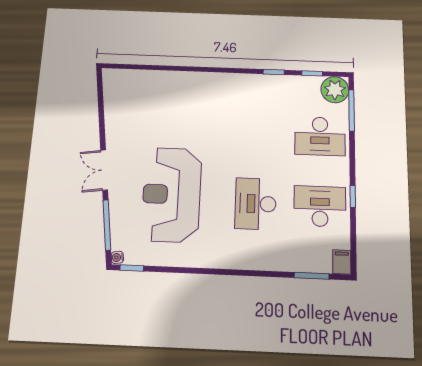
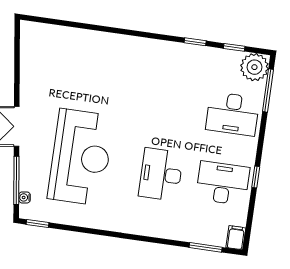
reception desk: (172, 194) -> (81, 157), turned 180
water cooler: (117, 257) -> (25, 197), moved

